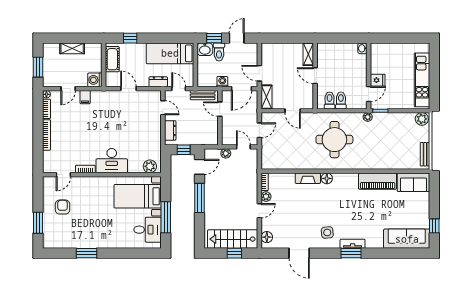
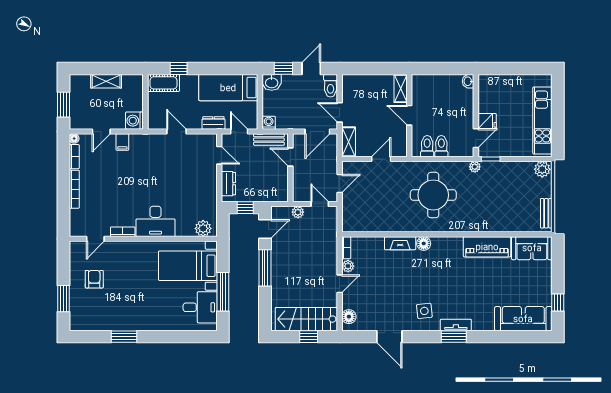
toilet: (219, 52) -> (331, 86), moved
cot: (112, 59) -> (163, 83), moved, turned 90
washing machine: (222, 82) -> (269, 123), moved
door: (293, 111) -> (381, 159), swing flipped

